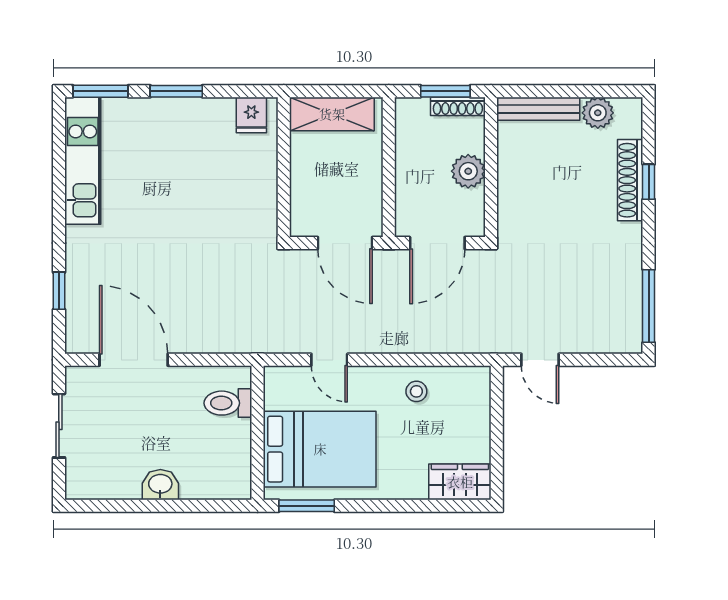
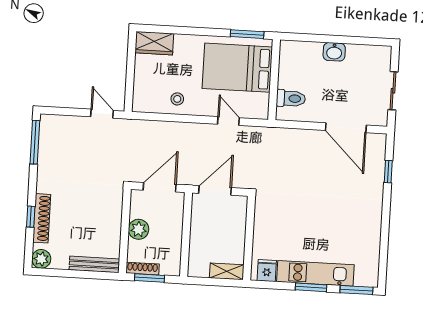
plant: (598, 113) -> (41, 259), moved
shelving: (332, 114) -> (227, 271), width x0.67, depth x0.75
kitchen unit: (83, 161) -> (315, 273), moved, turned 90
door: (345, 243) -> (215, 190), hinge flipped

